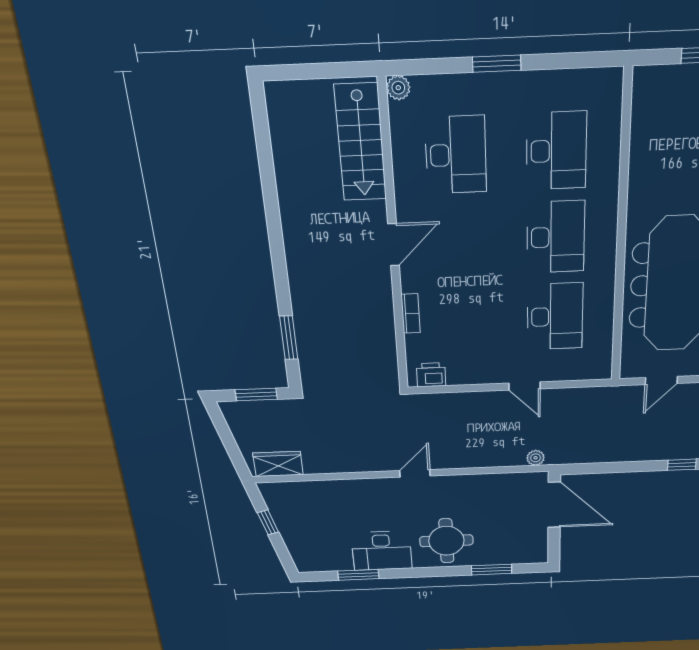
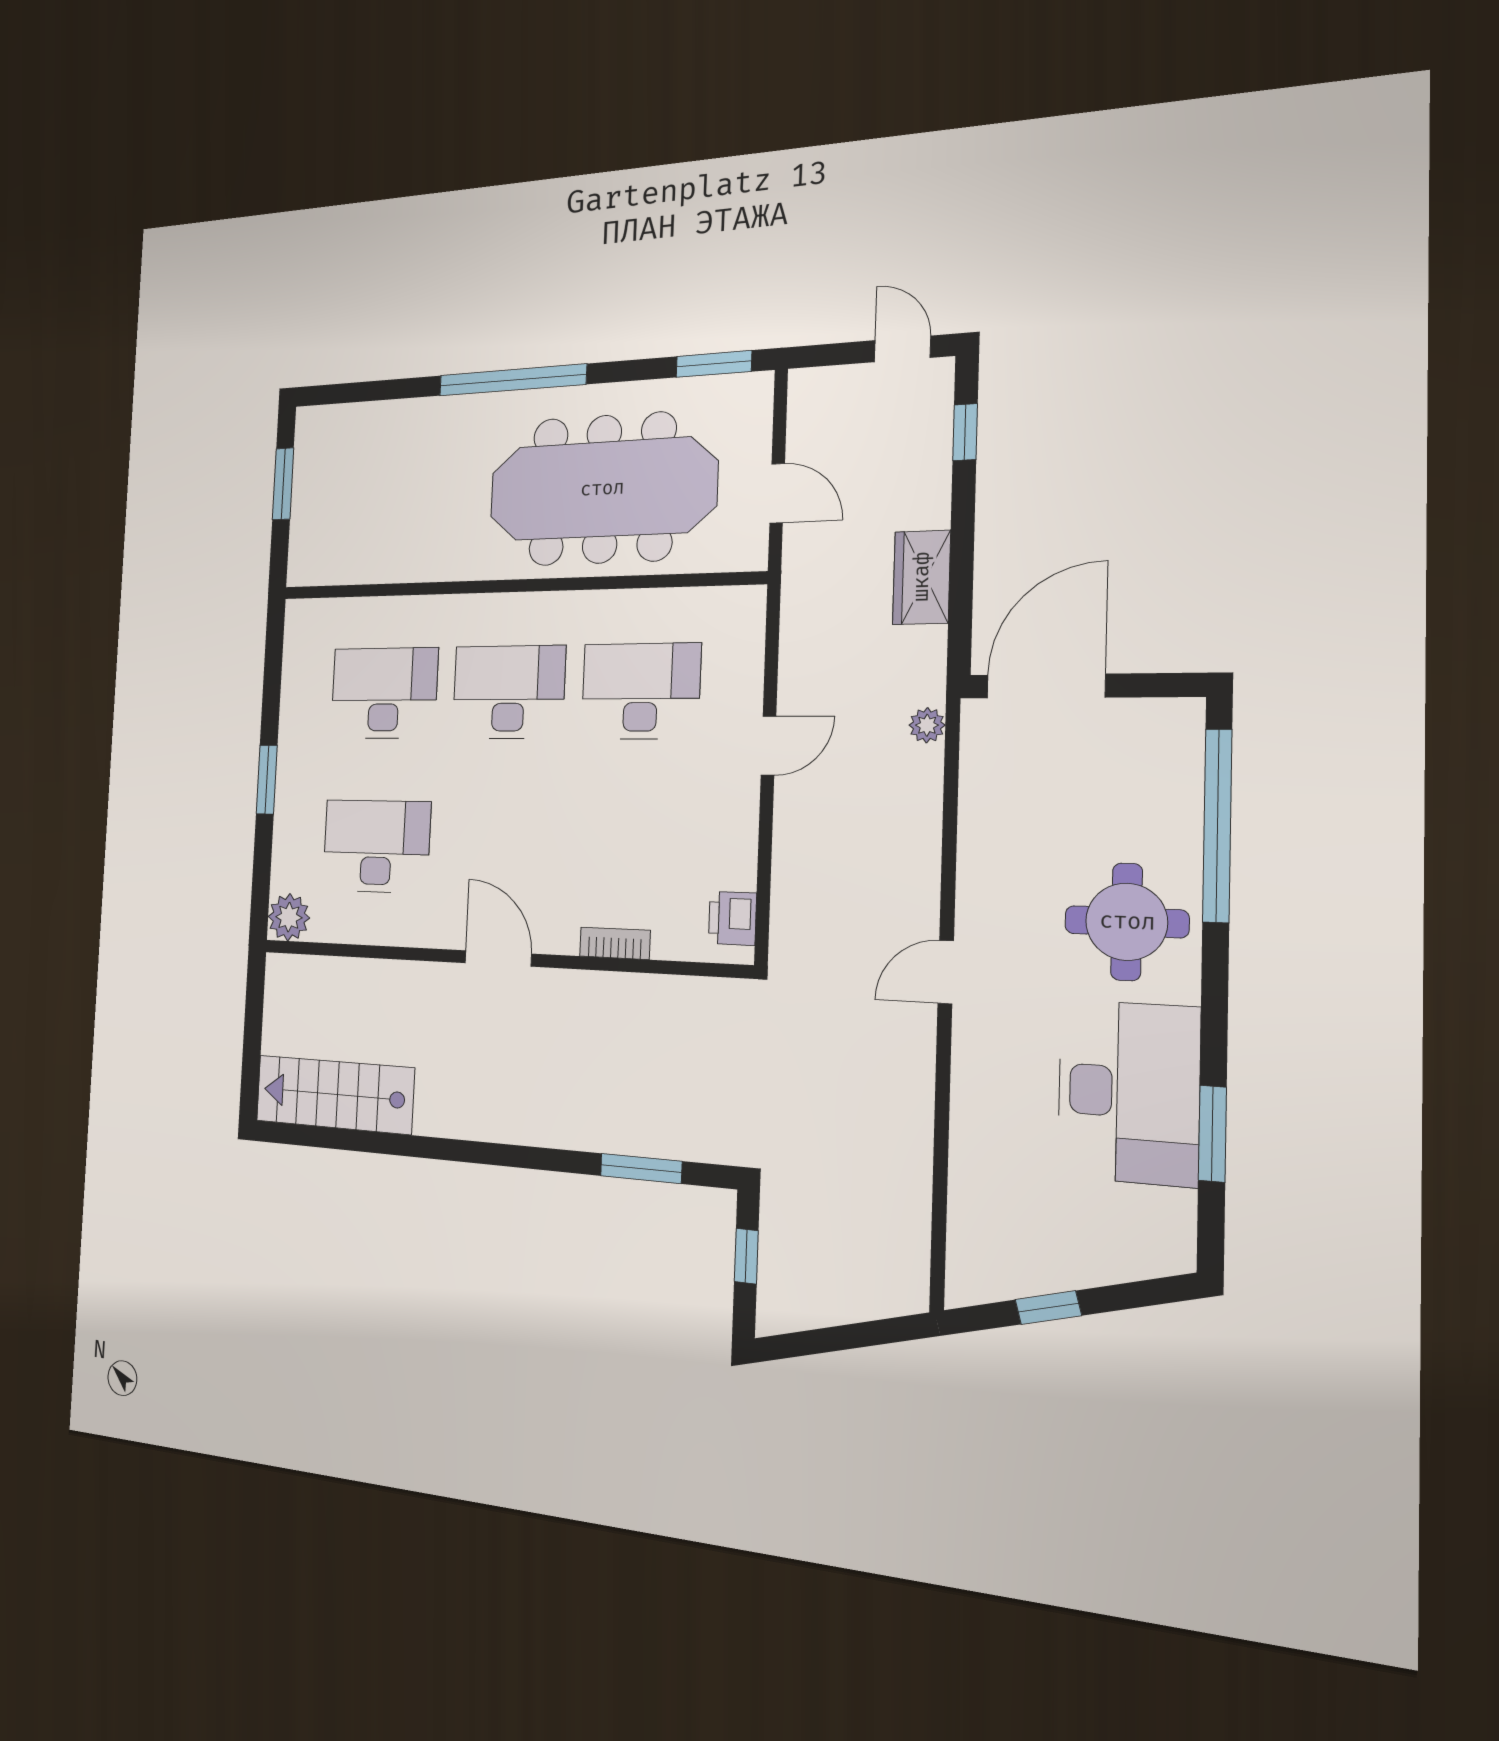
plant: (398, 88) -> (289, 917), width x1.38, depth x1.38
stairs: (361, 143) -> (334, 1094), moved, turned 180
window: (256, 395) -> (746, 1256), width x0.67
wardrobe: (278, 464) -> (922, 577), moved
door: (415, 473) -> (946, 972), hinge flipped
desk: (382, 551) -> (1128, 1092), width x1.36, depth x1.30
window: (492, 570) -> (1217, 826), width x2.11

